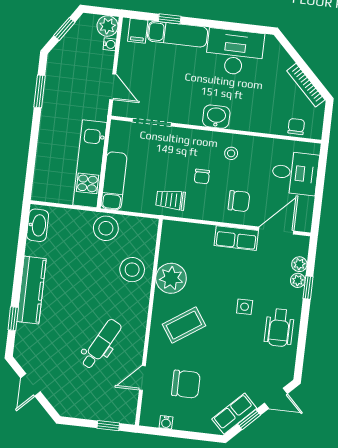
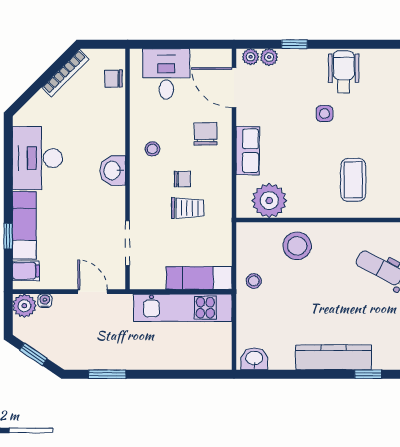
door: (113, 87) -> (93, 292), hinge flipped
trolley: (171, 200) -> (188, 208), moved, turned -90
washbasin: (38, 225) -> (254, 359), width x0.72
stool: (106, 228) -> (254, 281), width x0.53, depth x0.53
row of seats: (236, 238) -> (248, 151), moved
plant: (171, 278) -> (269, 201), moved
plant: (298, 280) -> (251, 57), moved
coffee table: (184, 325) -> (353, 180), turned 34
wheelchair: (279, 328) -> (344, 72), turned -90

